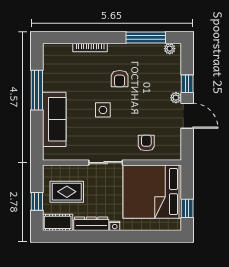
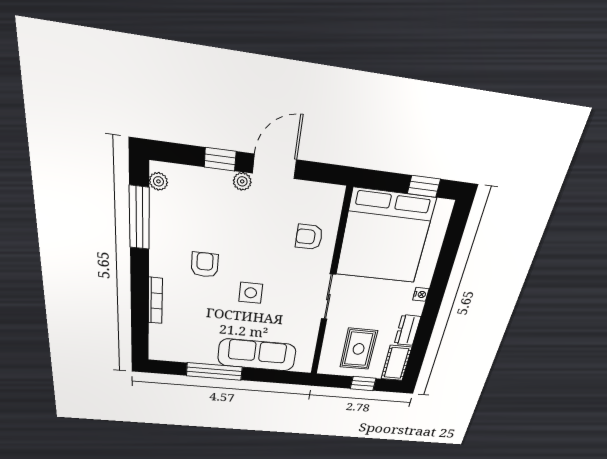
armchair: (120, 79) -> (205, 265), turned -90
dresser: (91, 224) -> (407, 330), width x0.70

